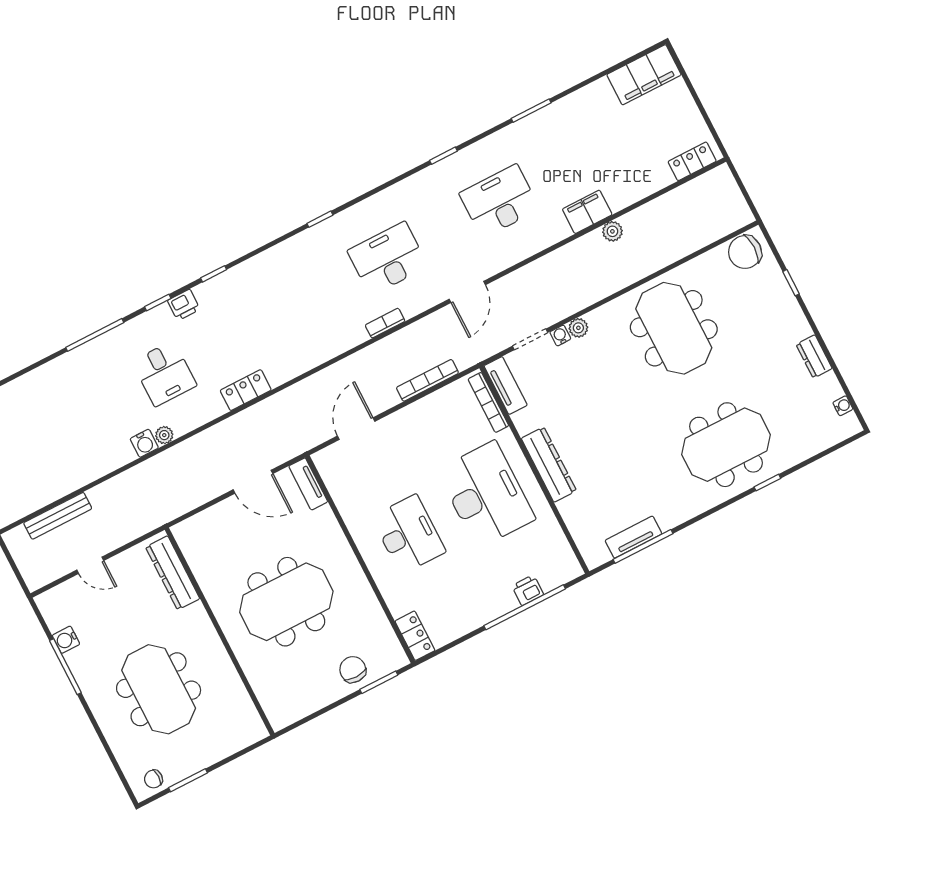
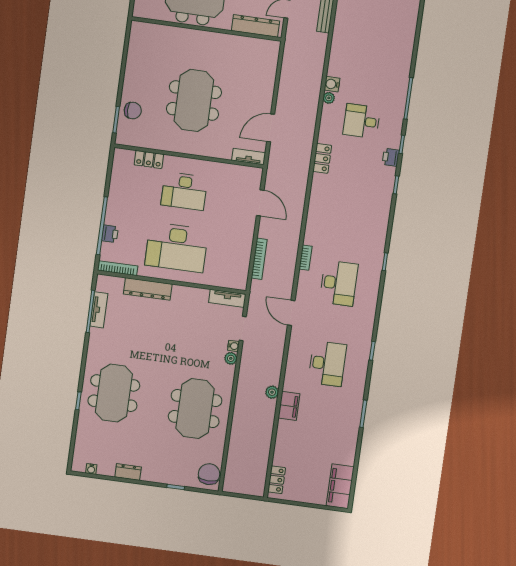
plant: (612, 231) -> (272, 392), moved
meeting table: (674, 328) -> (195, 409), turned 90
bookcase: (488, 402) -> (118, 268), moved
dresser: (549, 465) -> (148, 289), moved
dresser: (173, 573) -> (255, 26), moved
wall: (220, 631) -> (206, 29), moved
locker: (415, 636) -> (149, 159), moved

